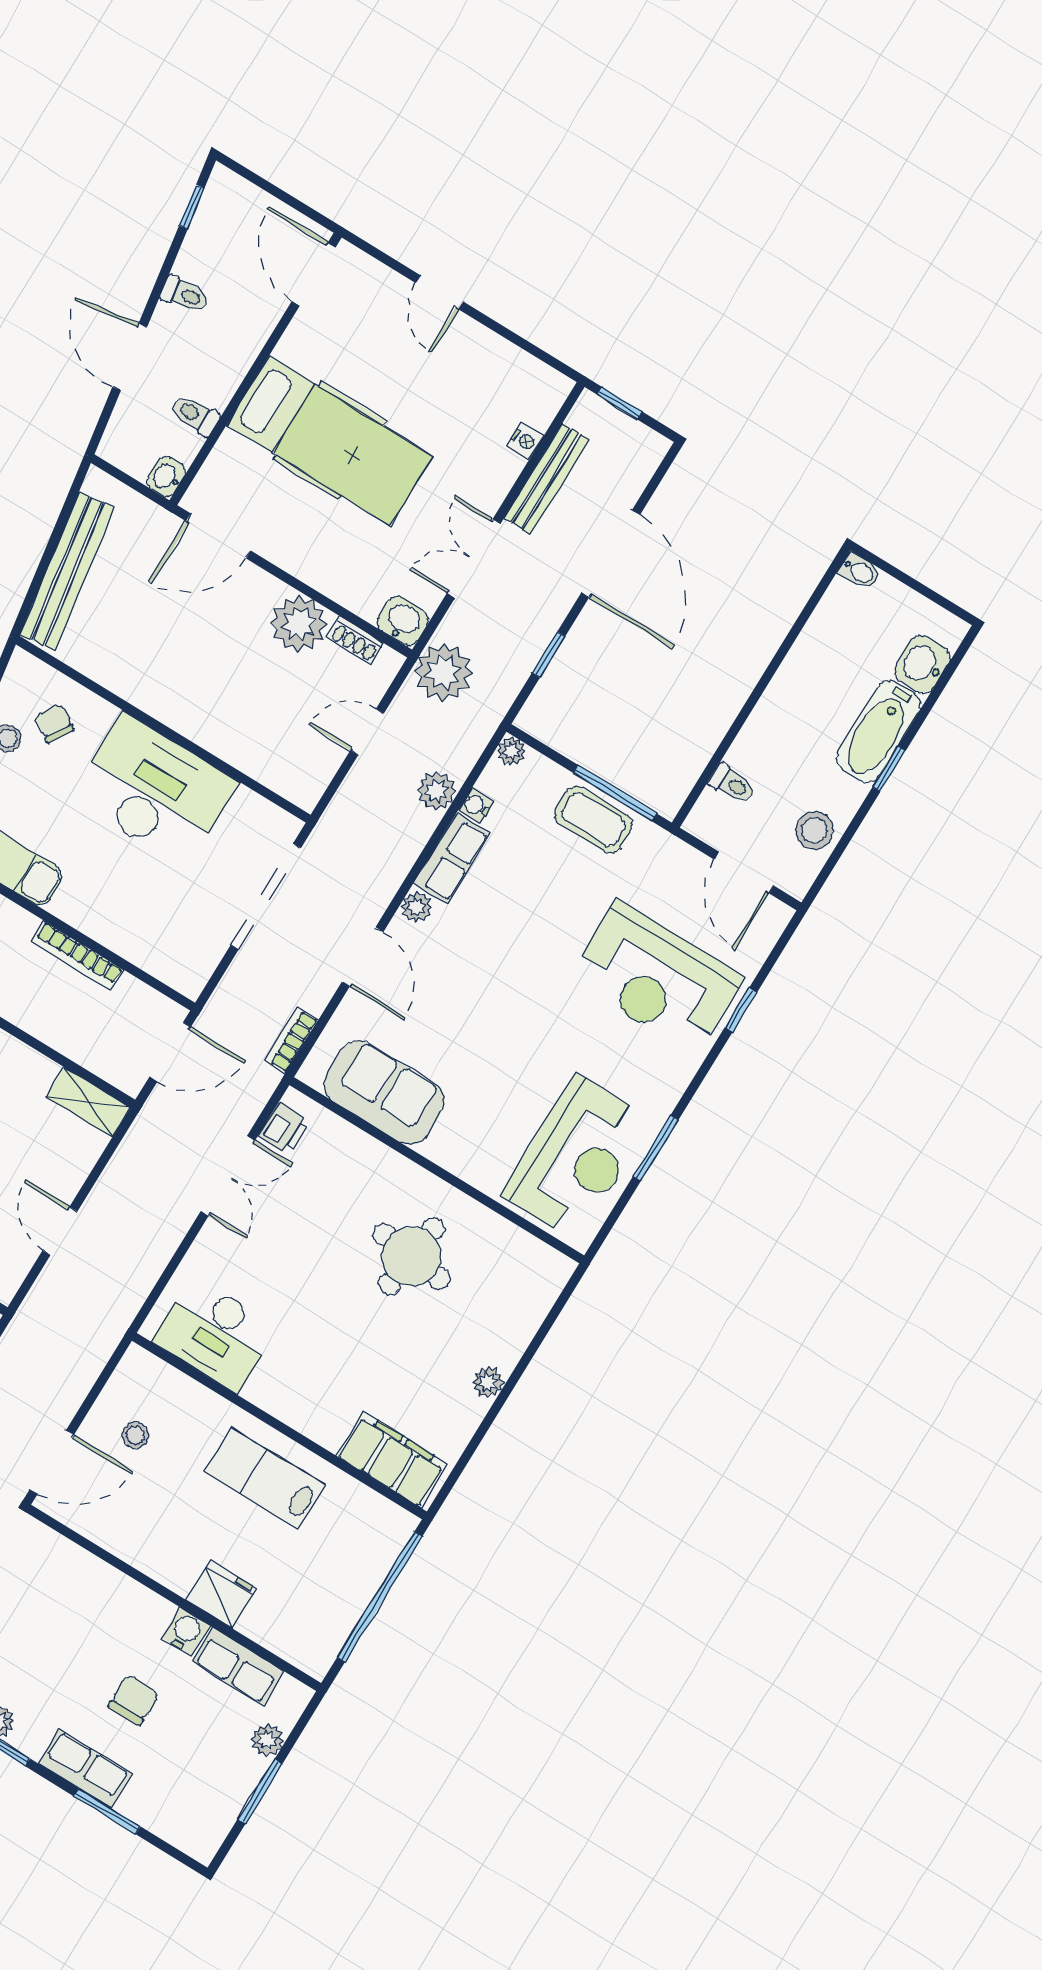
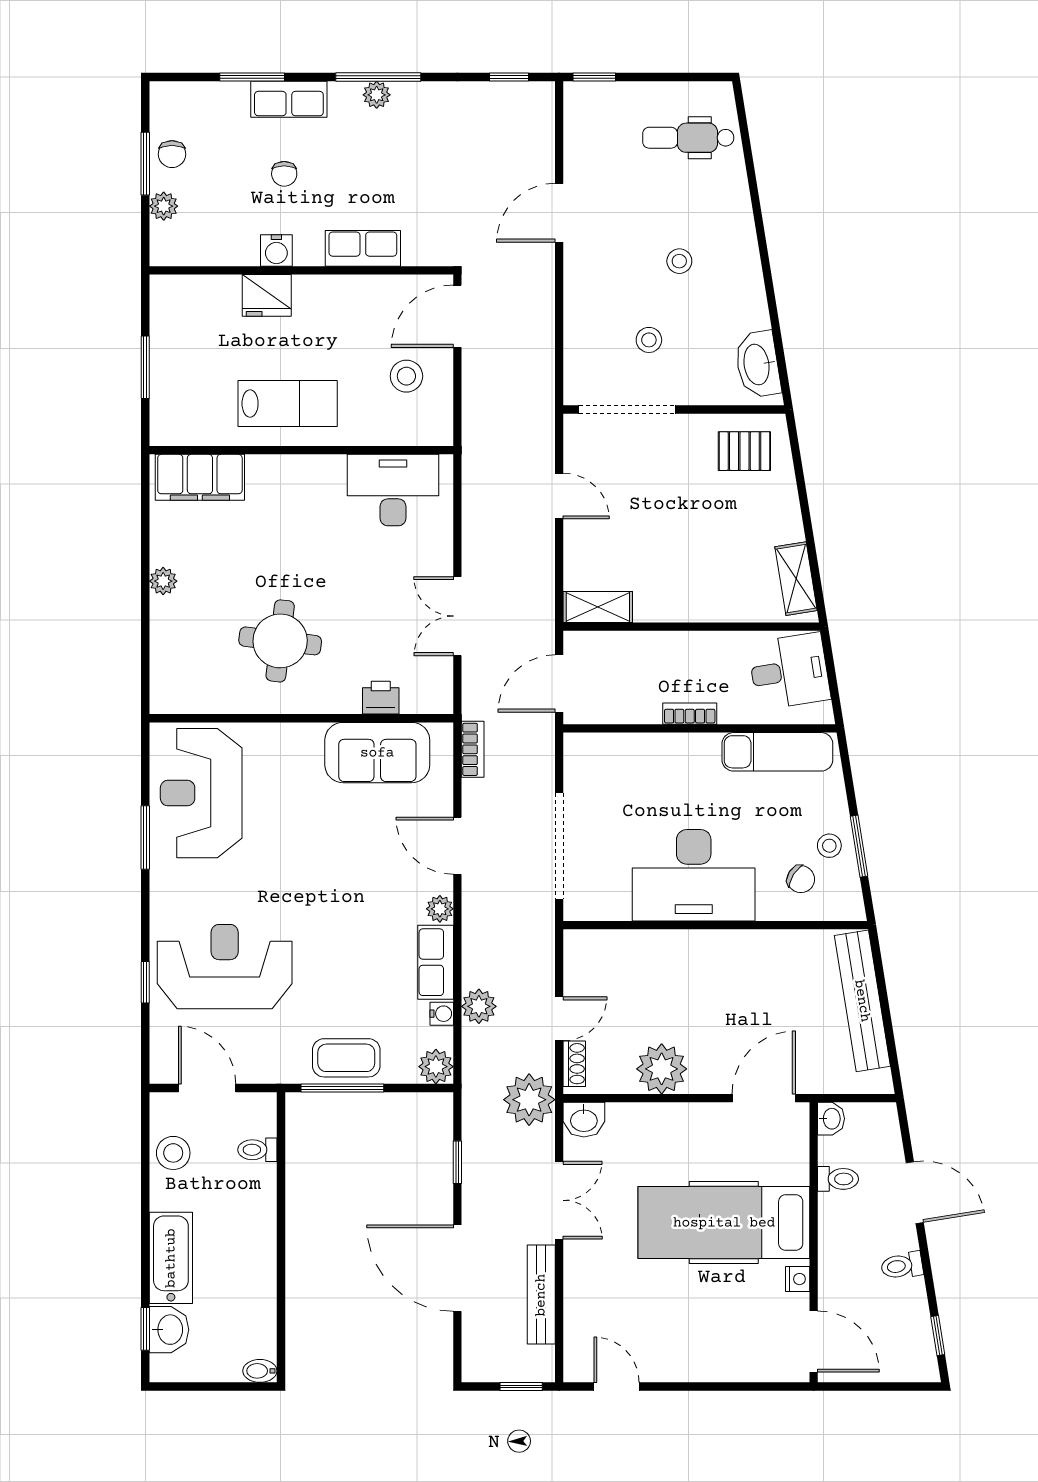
door: (439, 292) -> (617, 1387), moved
nightstand: (525, 441) -> (798, 1279), moved, turned 180
shoe rack: (356, 640) -> (574, 1064), moved, turned 90
plant: (511, 751) -> (436, 1067), width x1.38, depth x1.38
window: (889, 769) -> (145, 1329), moved
bookcase: (78, 955) -> (690, 714), width x0.64
printer: (284, 1129) -> (381, 698), moved, turned 90
stool: (135, 1435) -> (406, 376), width x1.37, depth x1.37
window: (380, 1597) -> (145, 367), width x0.47
row of seats: (238, 1666) -> (363, 248), moved
chair: (133, 1700) -> (284, 174), width x0.73, depth x0.73
chair: (229, 1785) -> (172, 154), added

